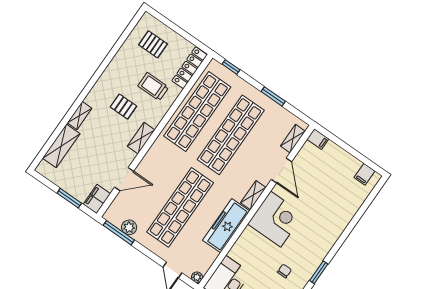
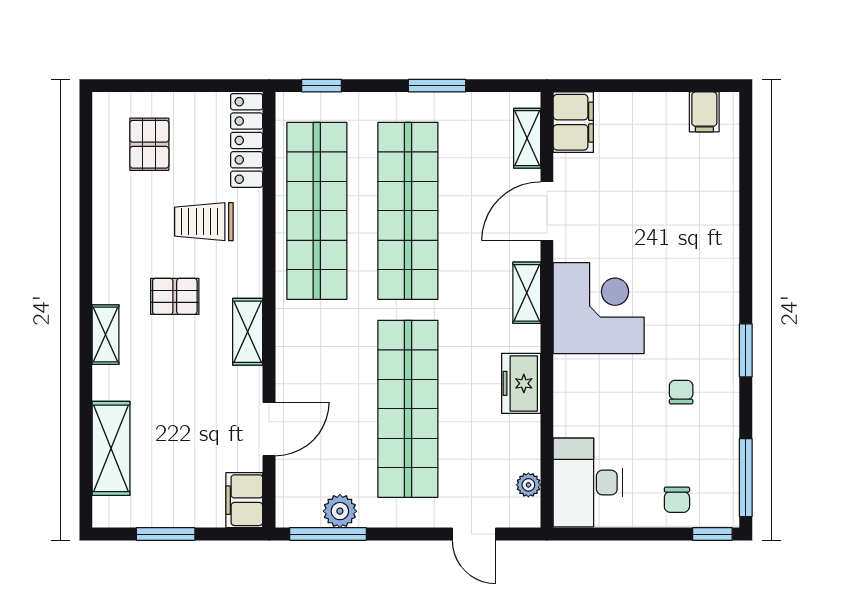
pallet: (153, 44) -> (149, 144), turned 90
shelving: (80, 116) -> (106, 335), moved
filing cabinet: (318, 139) -> (573, 122), width x2.00
door: (281, 170) -> (547, 211), swing flipped
window: (69, 198) -> (166, 534), moved
freezer: (226, 226) -> (521, 383), width x0.52, depth x0.79
plant: (197, 277) -> (528, 485), moved

